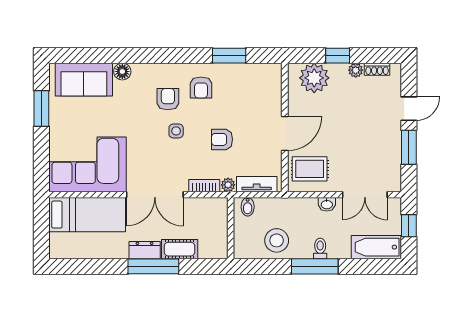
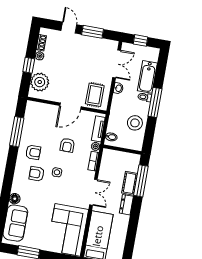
window: (229, 56) -> (17, 132), width x1.44
door: (285, 133) -> (70, 106), swing flipped
double door: (155, 195) -> (93, 192), width x0.73
bathtub: (376, 247) -> (147, 77), moved
window: (153, 266) -> (141, 181), moved

